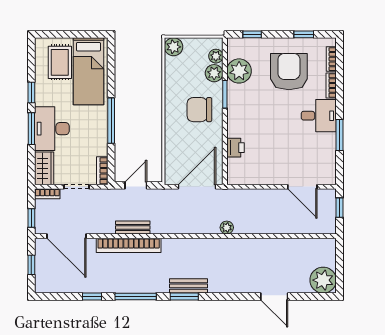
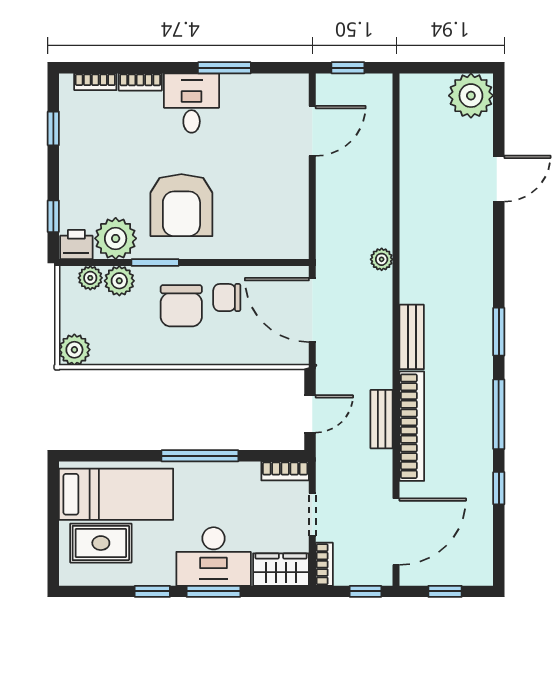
armchair: (289, 72) -> (181, 205), moved, turned -90
chair: (204, 136) -> (227, 298), added
printer: (235, 148) -> (76, 245), moved
door: (136, 185) -> (310, 414), swing flipped
bench: (189, 286) -> (412, 337), moved

